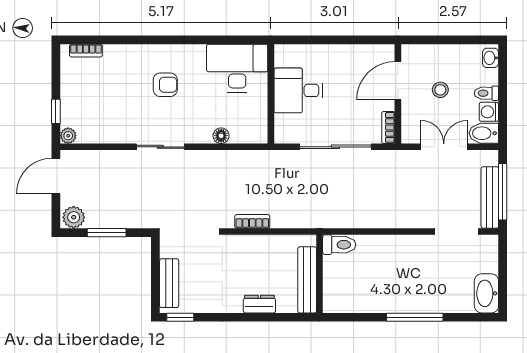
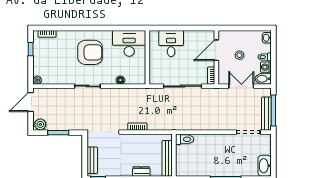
armchair: (165, 85) -> (90, 52), width x1.88, depth x1.88
desk: (298, 90) -> (171, 44), moved, turned 90
window: (56, 111) -> (31, 49), moved

